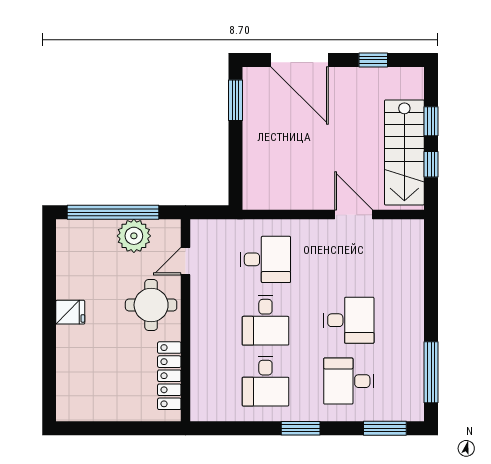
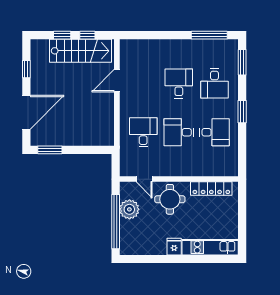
desk: (265, 320) -> (179, 132), turned 180
kitchen unit: (69, 374) -> (210, 247), added

